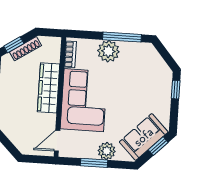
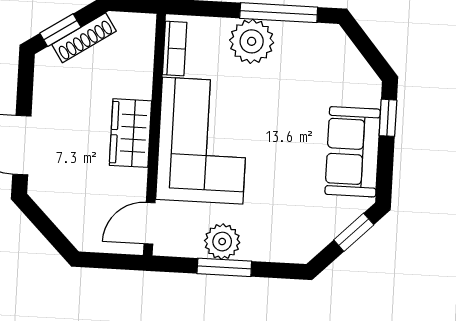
wardrobe: (49, 88) -> (130, 133), width x0.67
sofa: (144, 137) -> (353, 152), moved, turned -45
plant: (107, 151) -> (222, 242), moved

